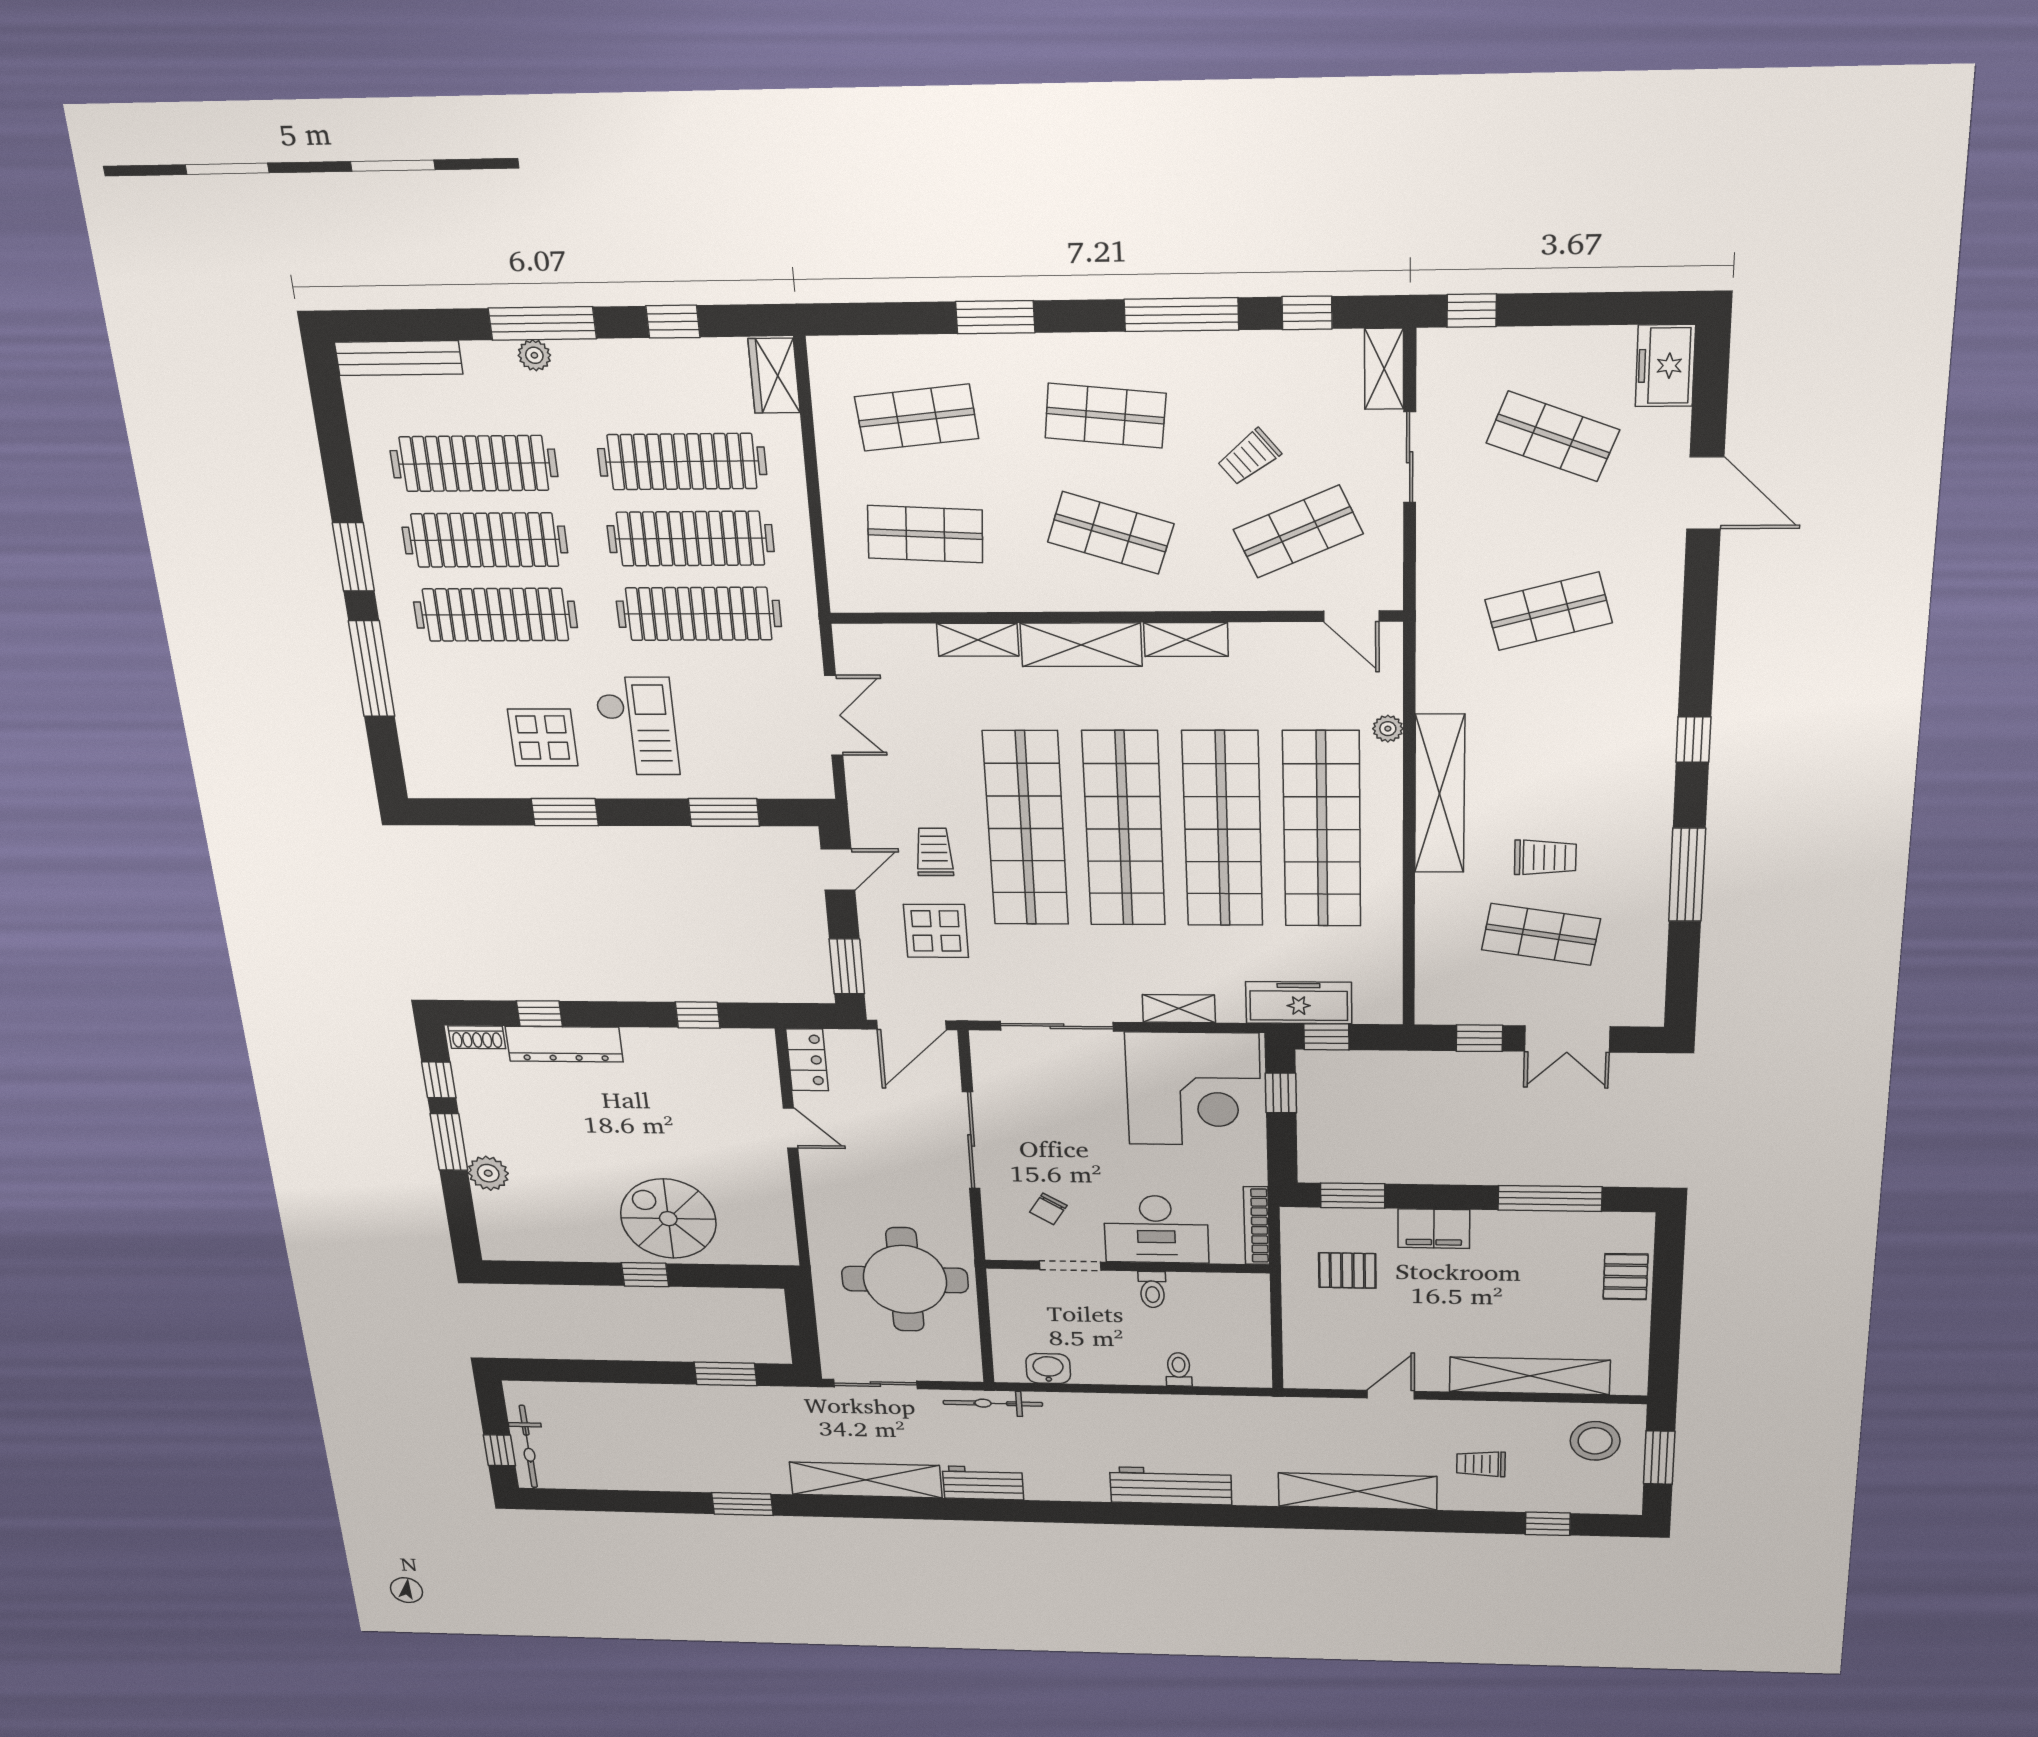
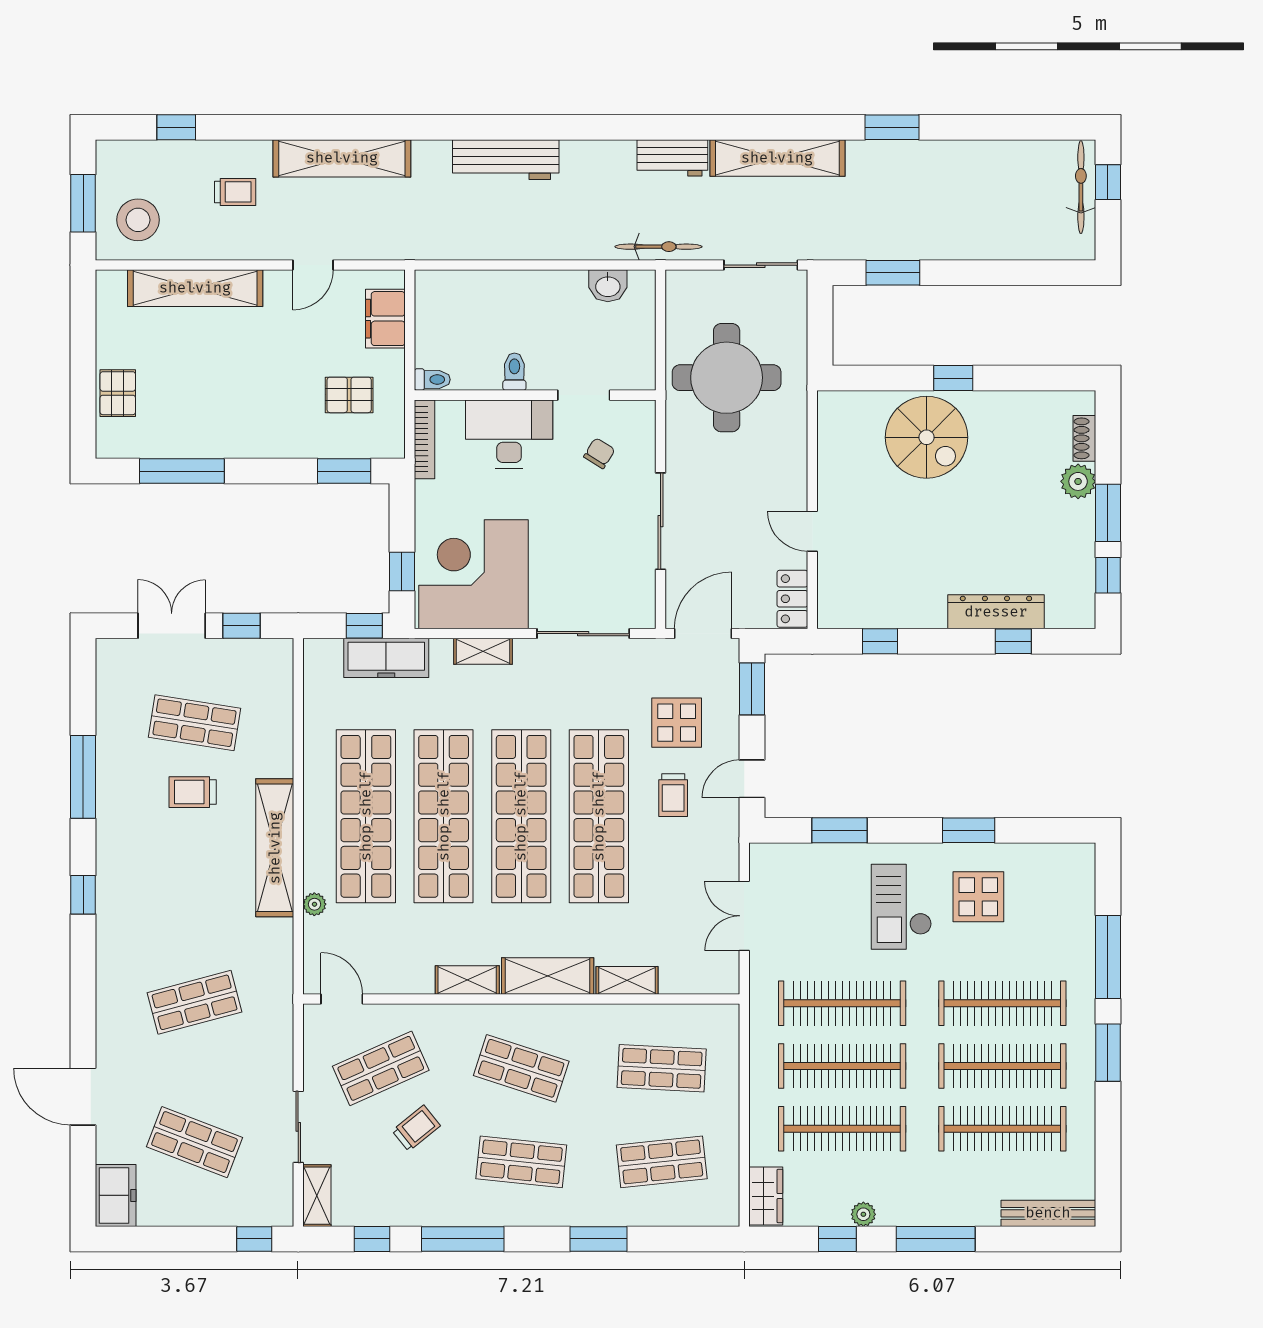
plant: (534, 355) -> (863, 1214), moved
shoe rack: (477, 1037) -> (1084, 438), moved, turned -90
filing cabinet: (1434, 1229) -> (385, 319), moved, turned -90
toilet: (1179, 1369) -> (432, 380), moved, turned -90

